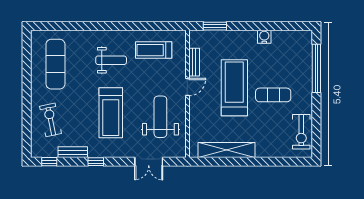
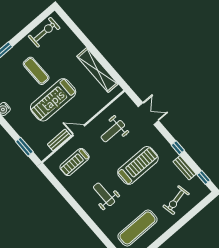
treadmill: (154, 50) -> (75, 162), moved, turned 90
weight bench: (160, 117) -> (113, 131), width x0.73, depth x0.75

